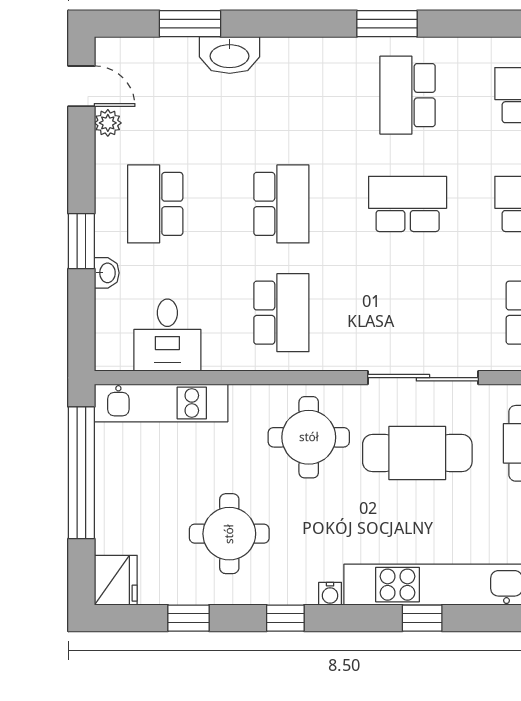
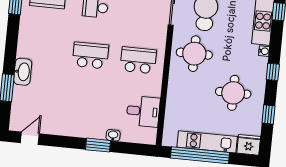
plant: (108, 123) -> (47, 128), removed
school desk: (155, 204) -> (85, 111), removed
kitchen unit: (161, 403) -> (207, 142), moved, turned -90

